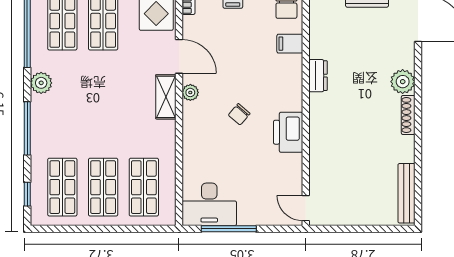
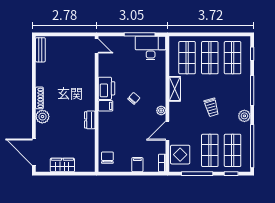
filing cabinet: (290, 44) -> (106, 106), moved
door: (179, 56) -> (167, 131), hinge flipped
shelving: (166, 97) -> (175, 89), moved
trolley: (100, 98) -> (212, 107), added
bench: (406, 193) -> (40, 50), width x0.73

